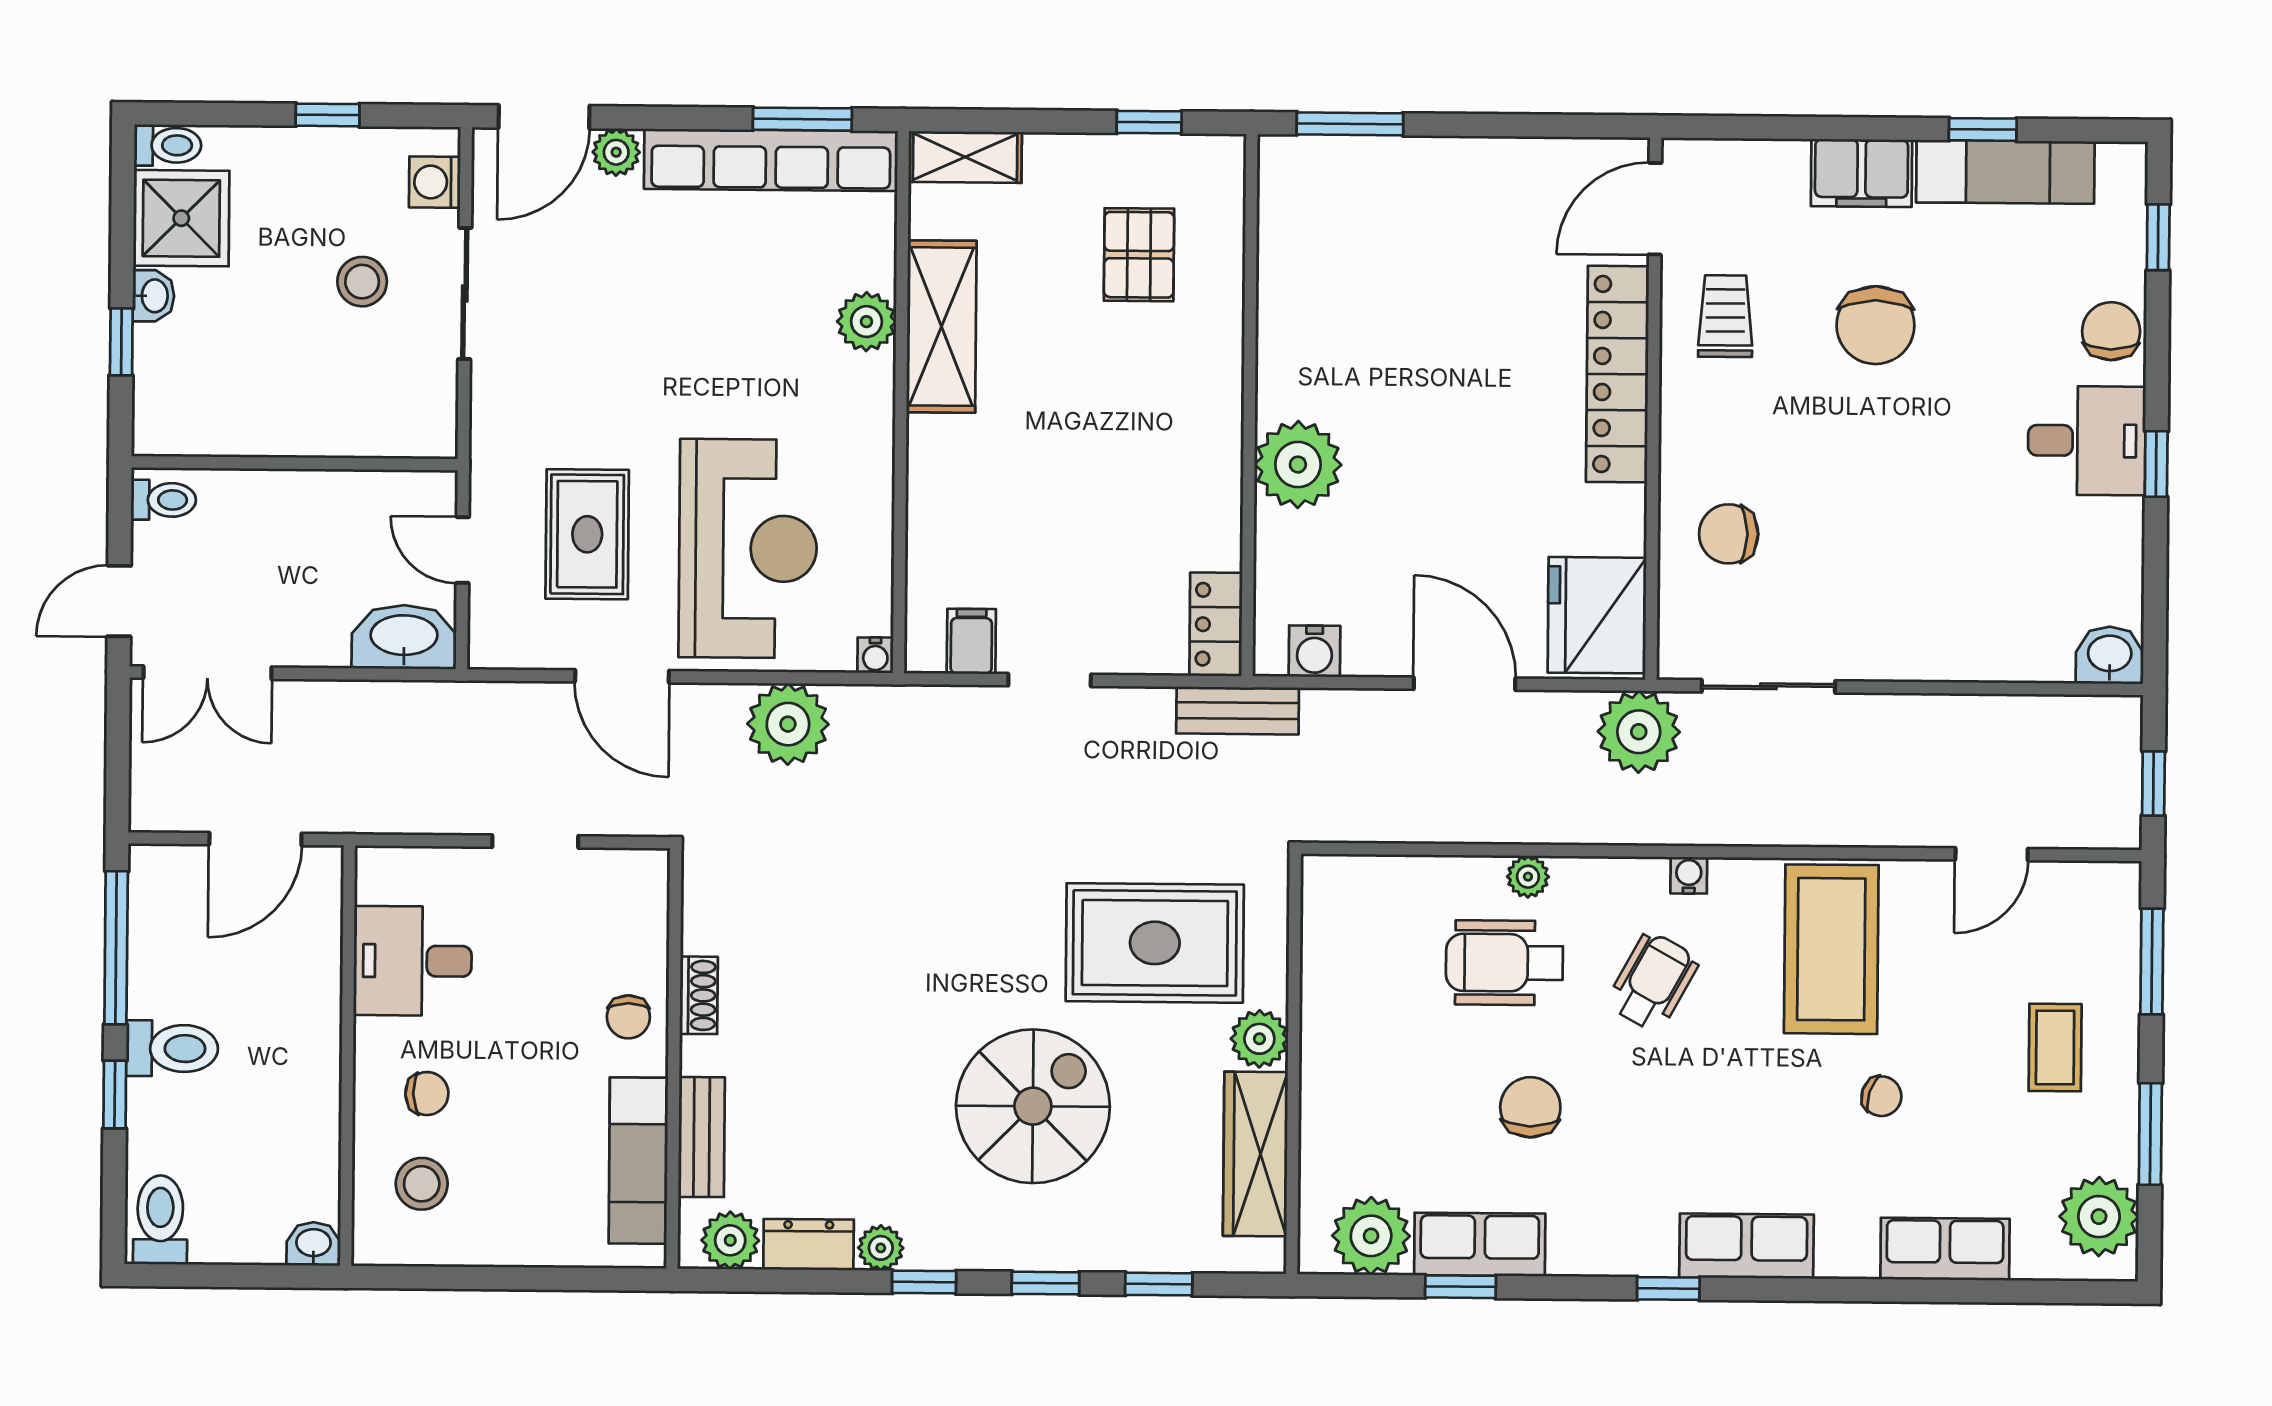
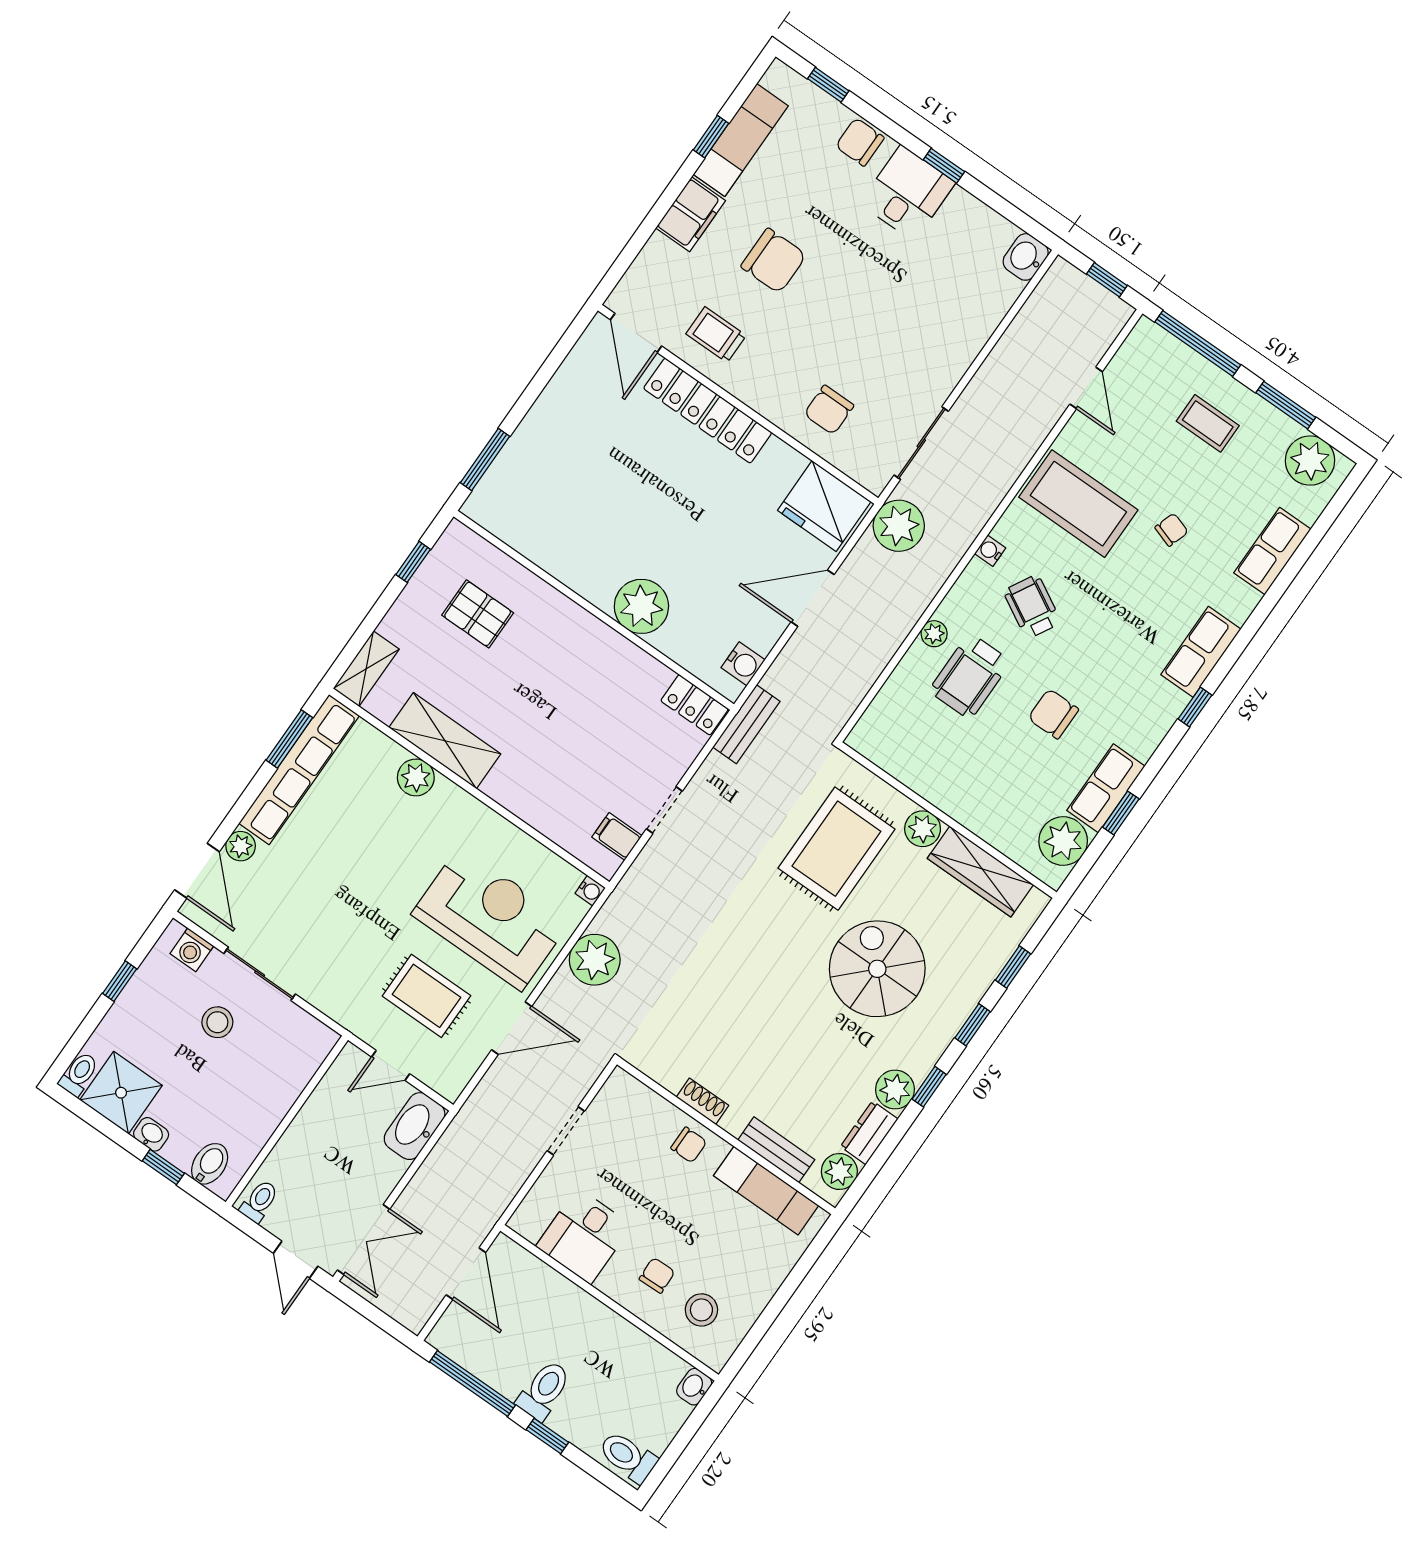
bidet: (168, 400) -> (210, 1164), added
window: (2152, 961) -> (1198, 343), width x1.44
plant: (881, 1248) -> (895, 1090), width x1.38, depth x1.38

